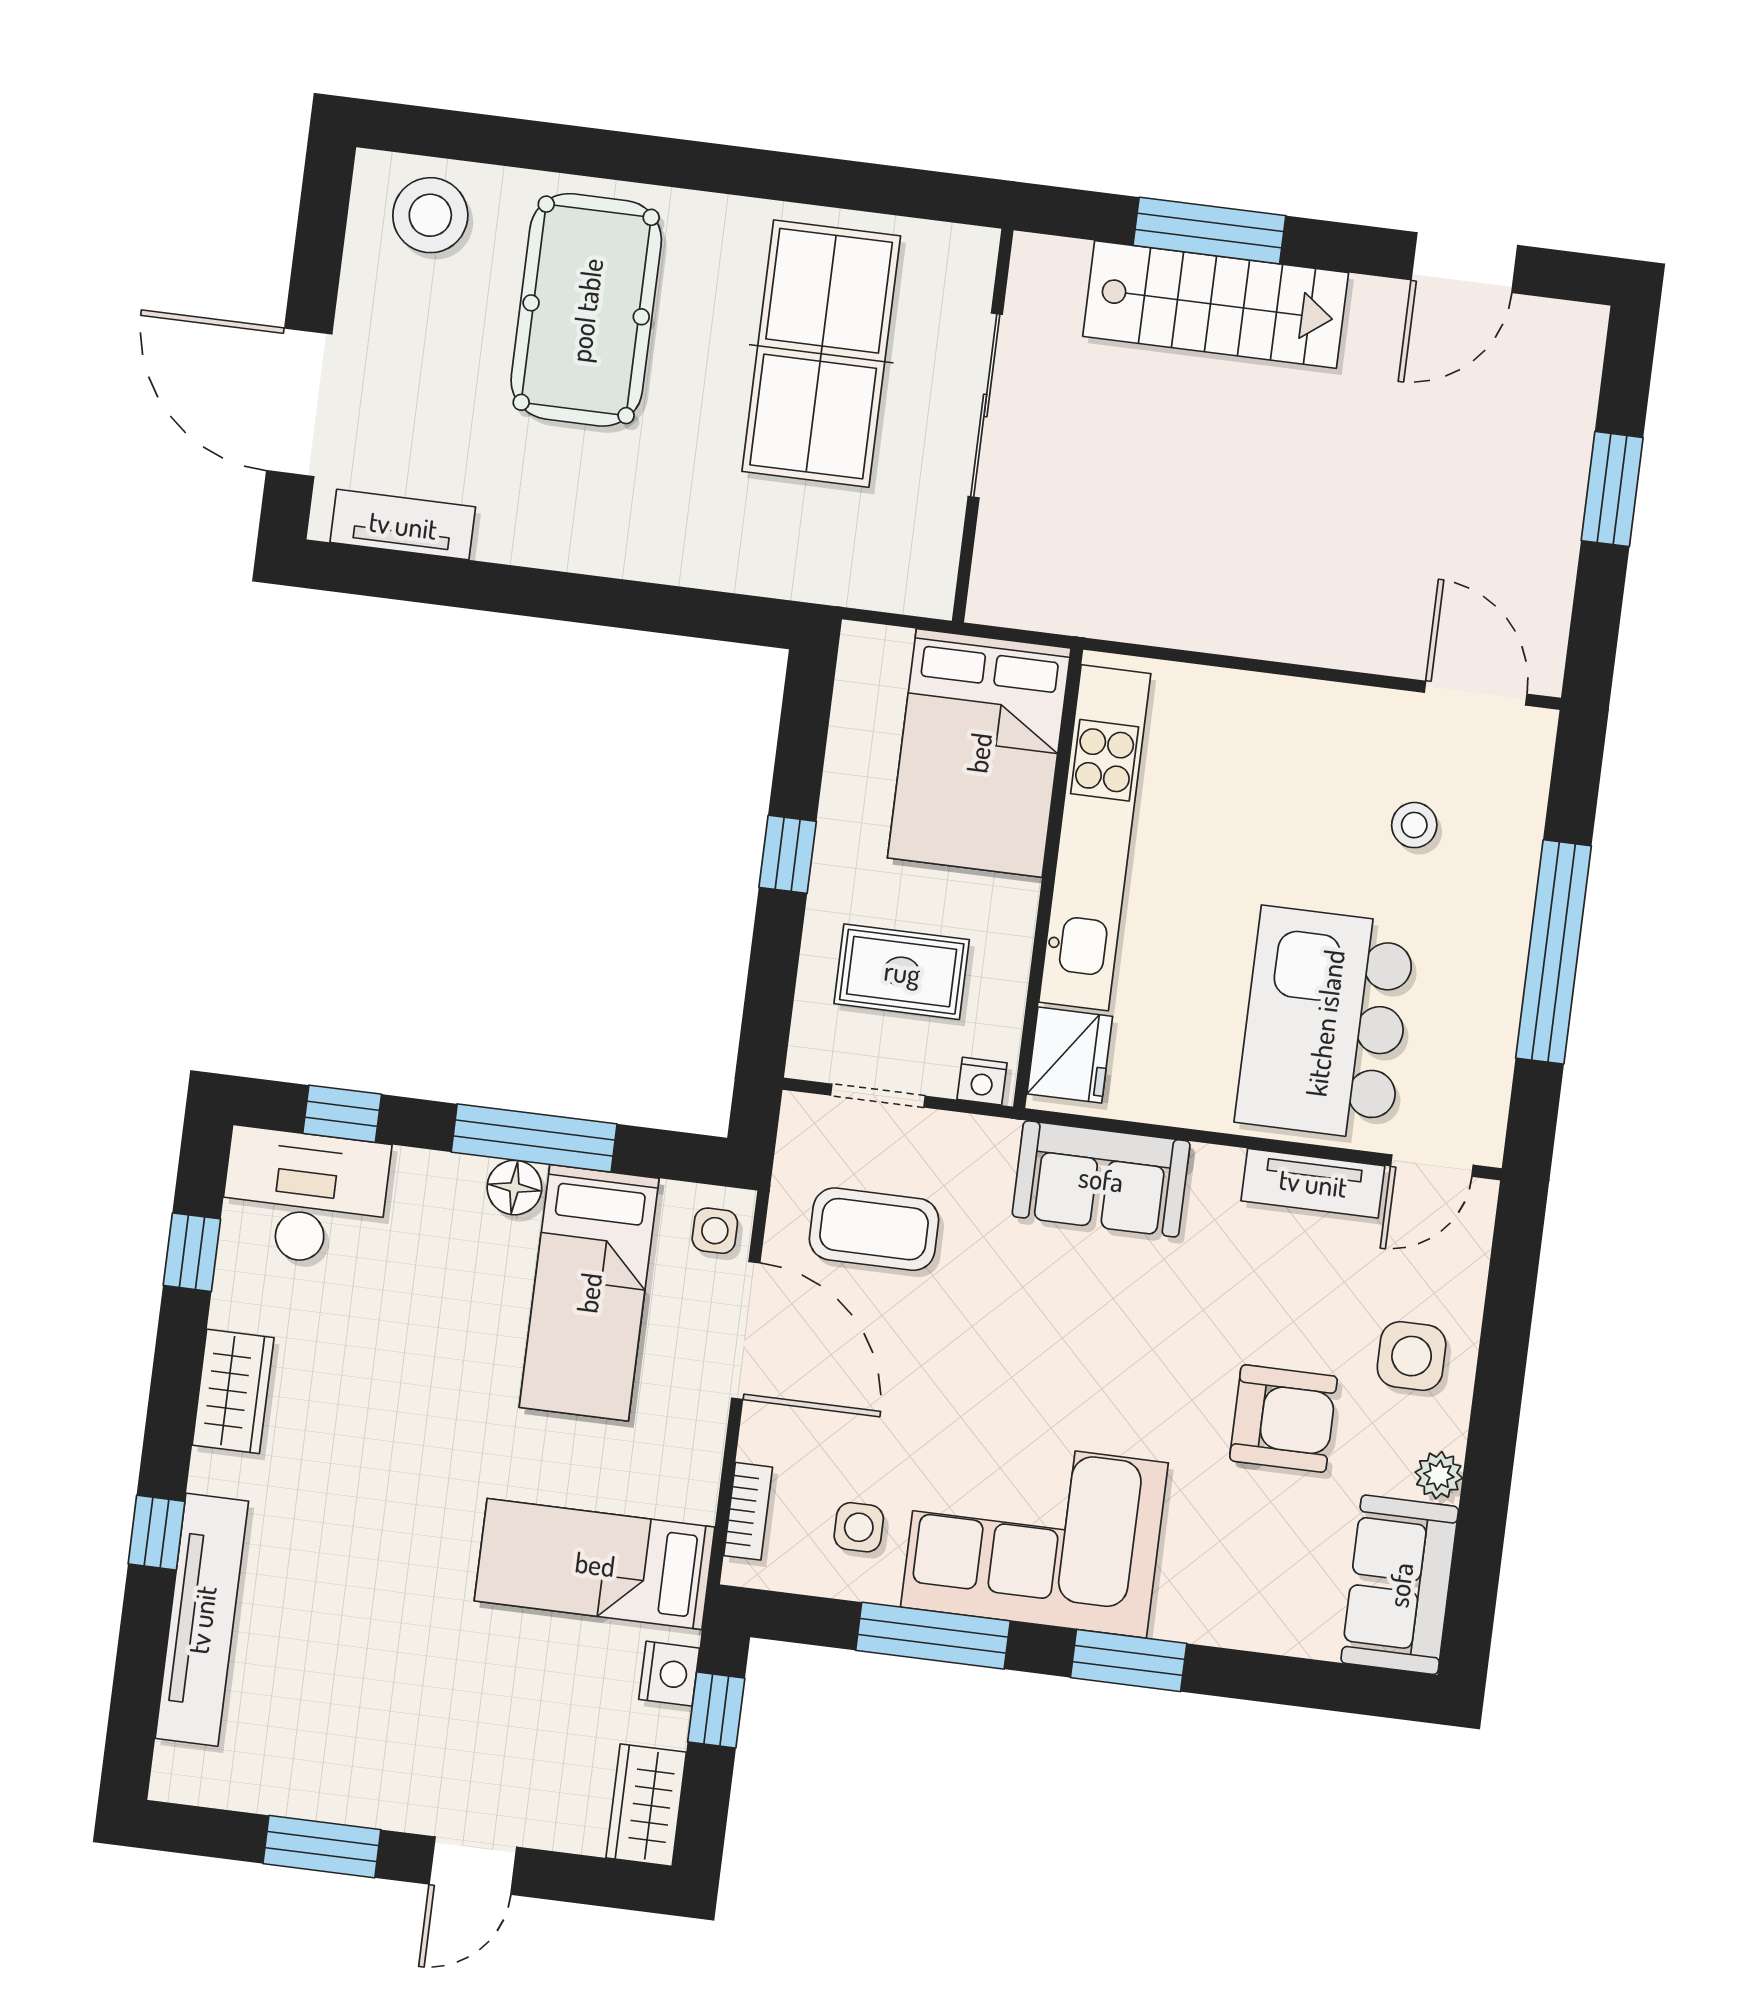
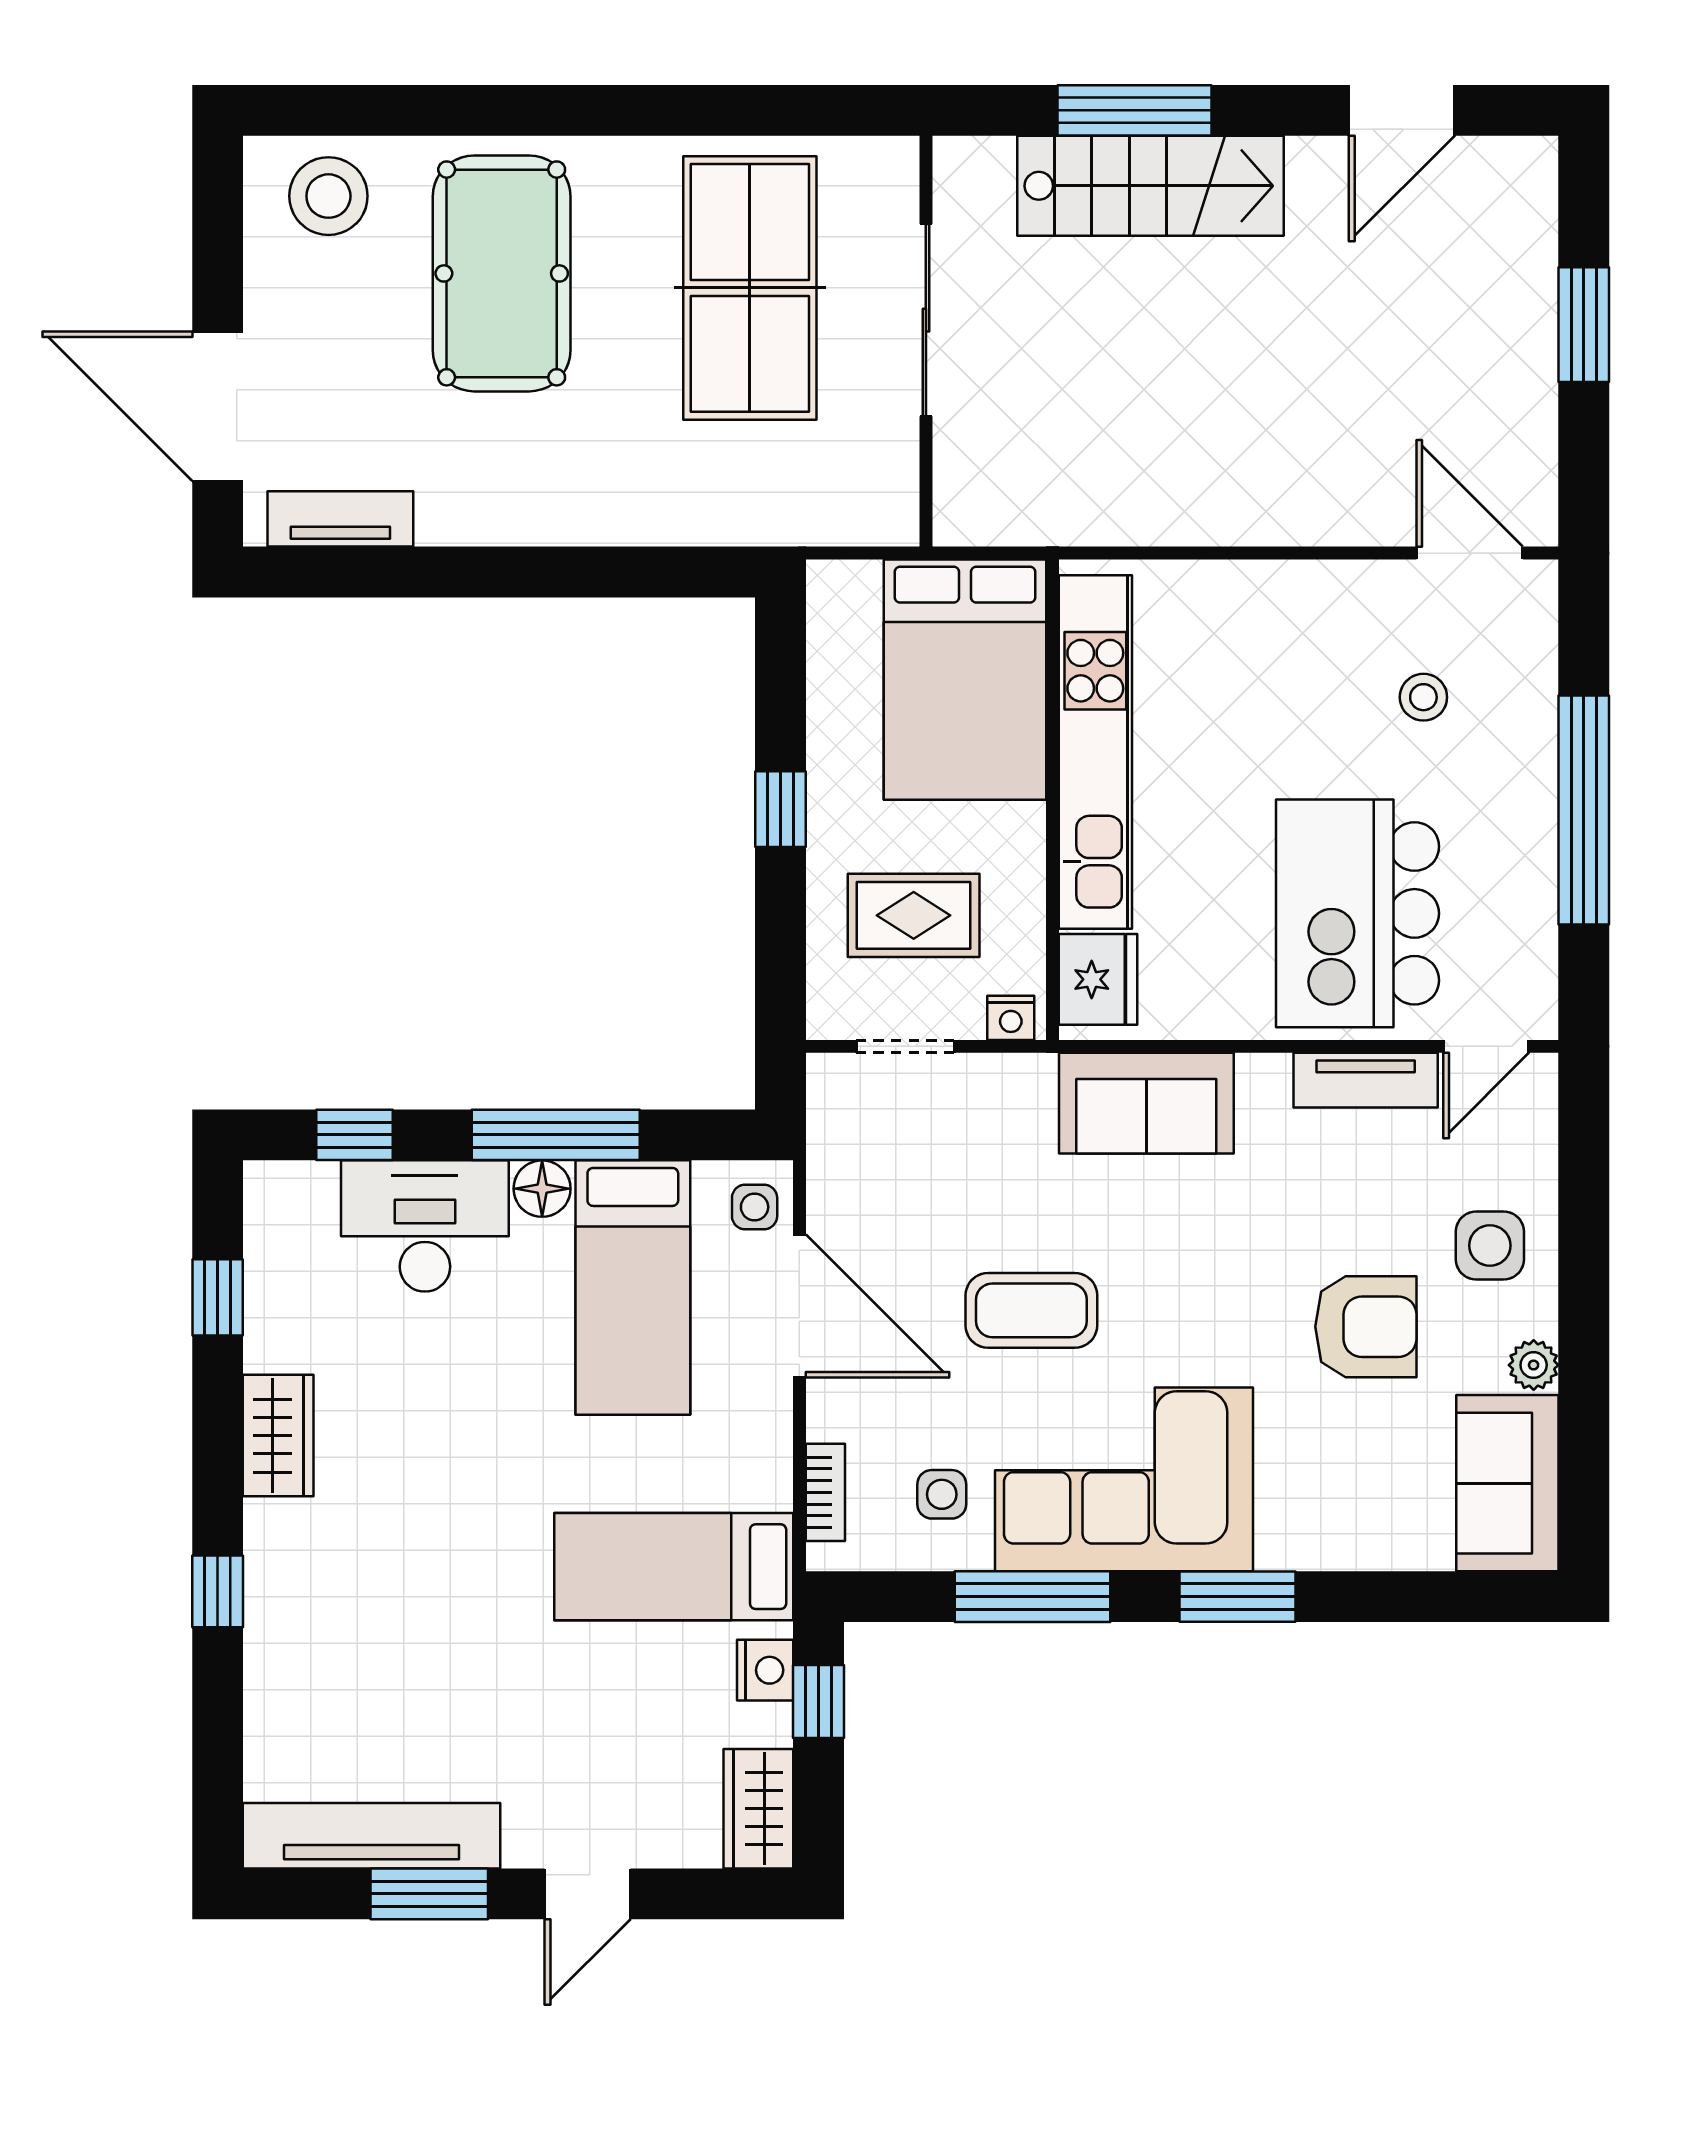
desk: (304, 1197) -> (425, 1226), moved
coffee table: (874, 1229) -> (1031, 1310), moved
tv unit: (202, 1620) -> (371, 1836), moved, turned -90

